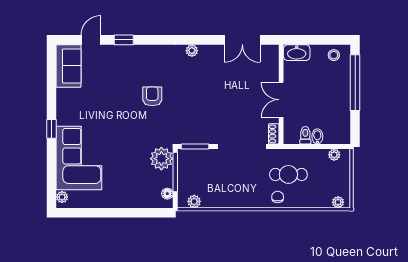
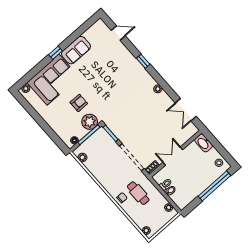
window: (124, 40) -> (143, 61), moved
sofa: (69, 66) -> (76, 50), moved
armchair: (152, 96) -> (79, 103), moved

